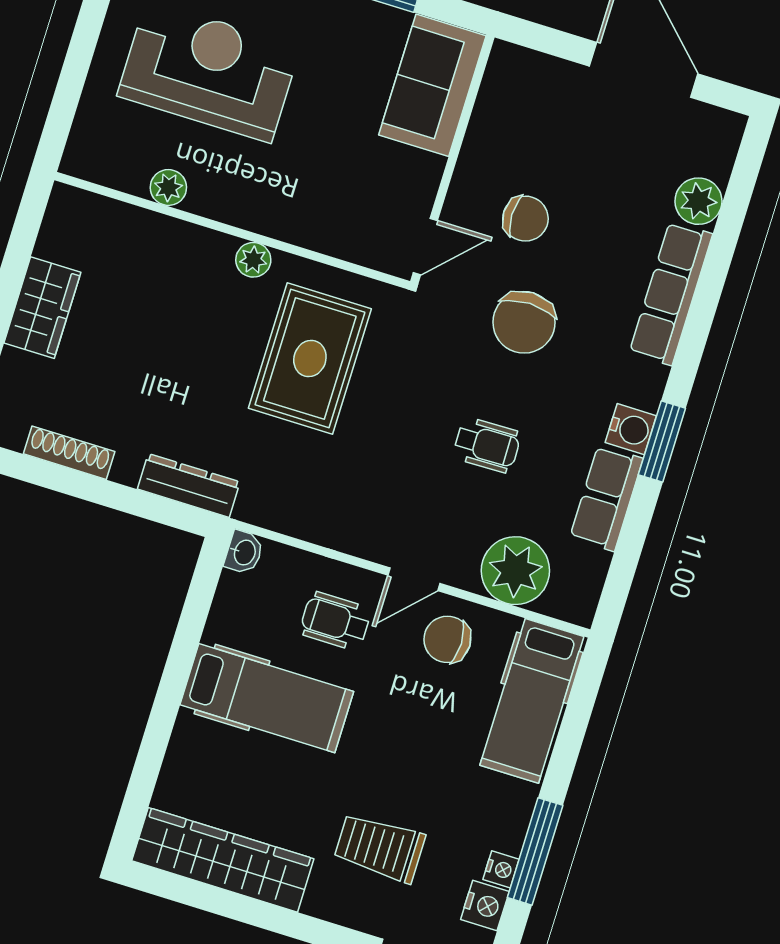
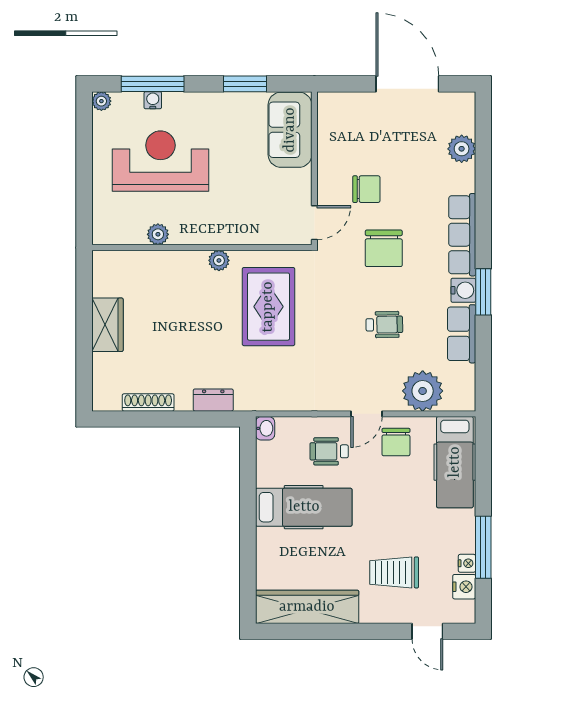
row of seats: (671, 293) -> (462, 235), moved
dresser: (189, 485) -> (213, 400), width x0.70
chair: (447, 639) -> (396, 442), turned -90

